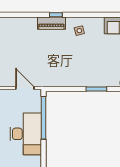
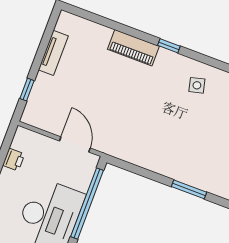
piano: (51, 23) -> (133, 48), moved

